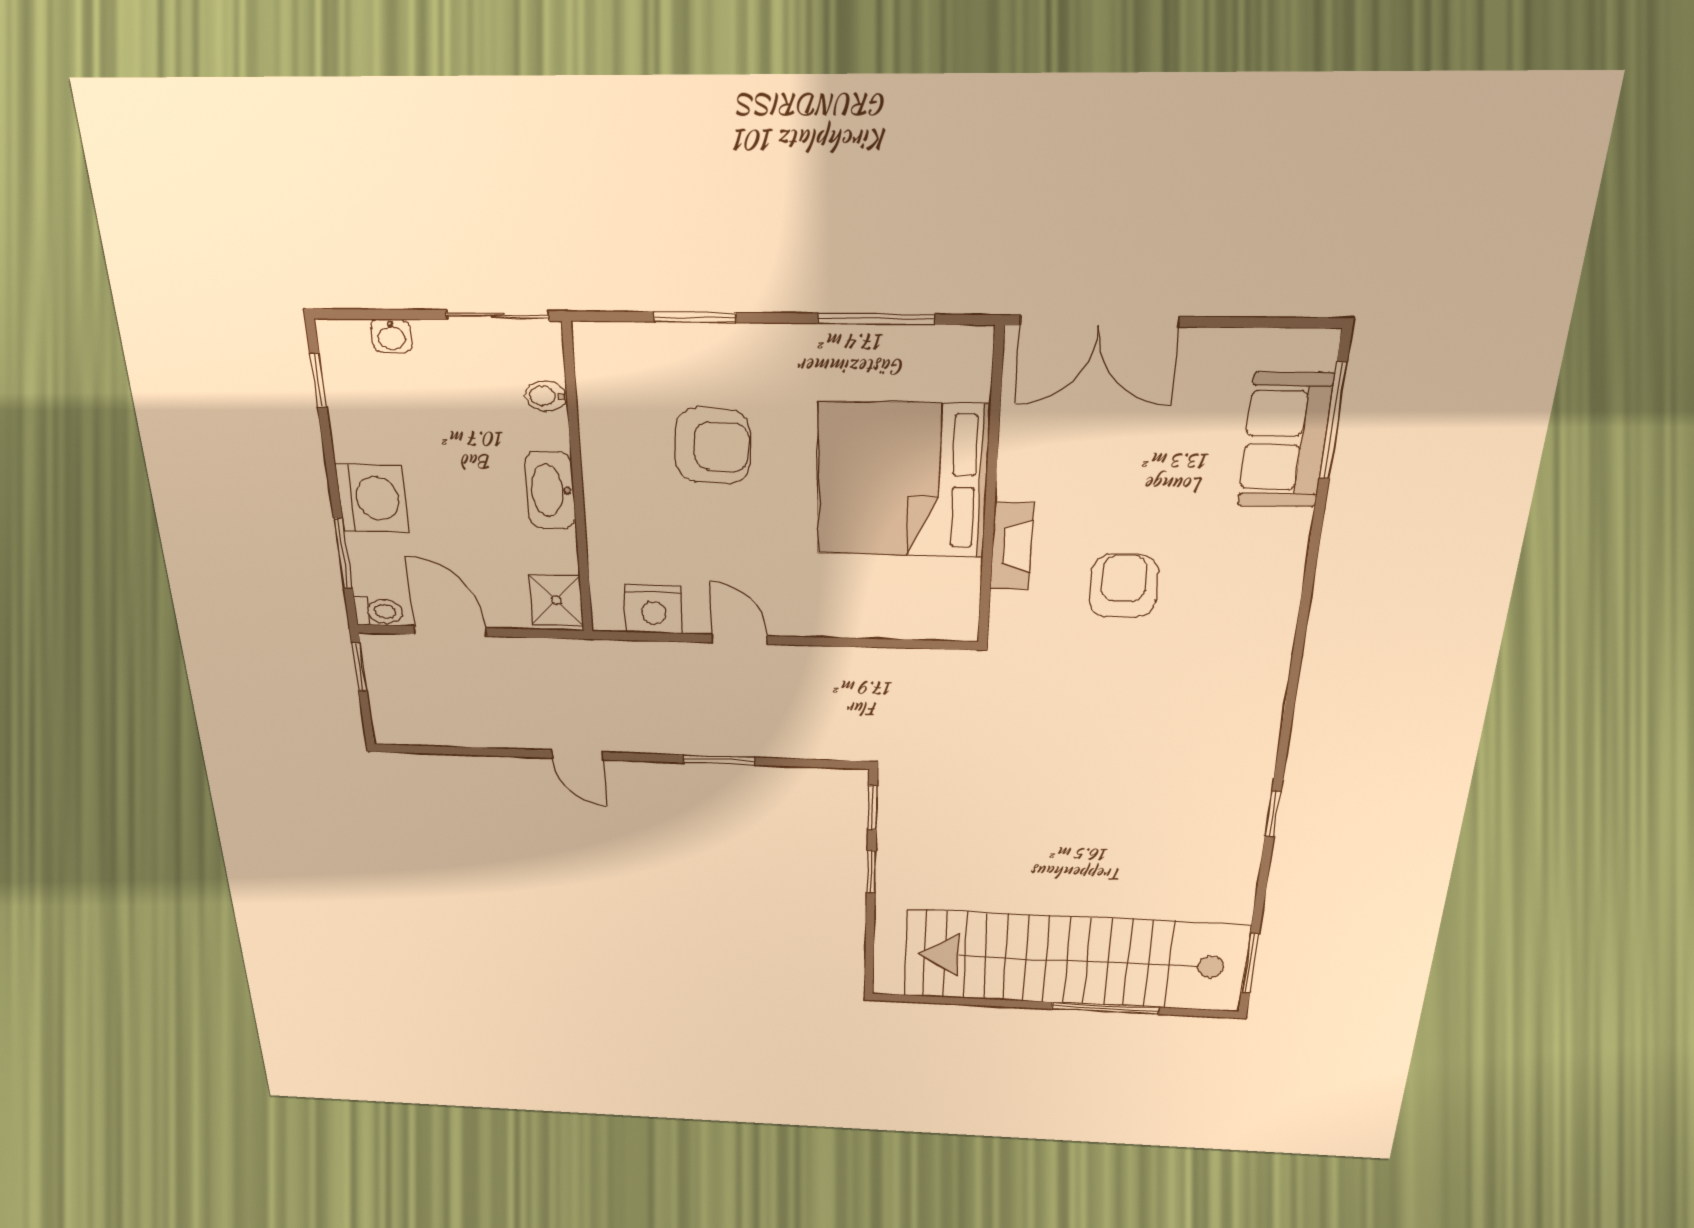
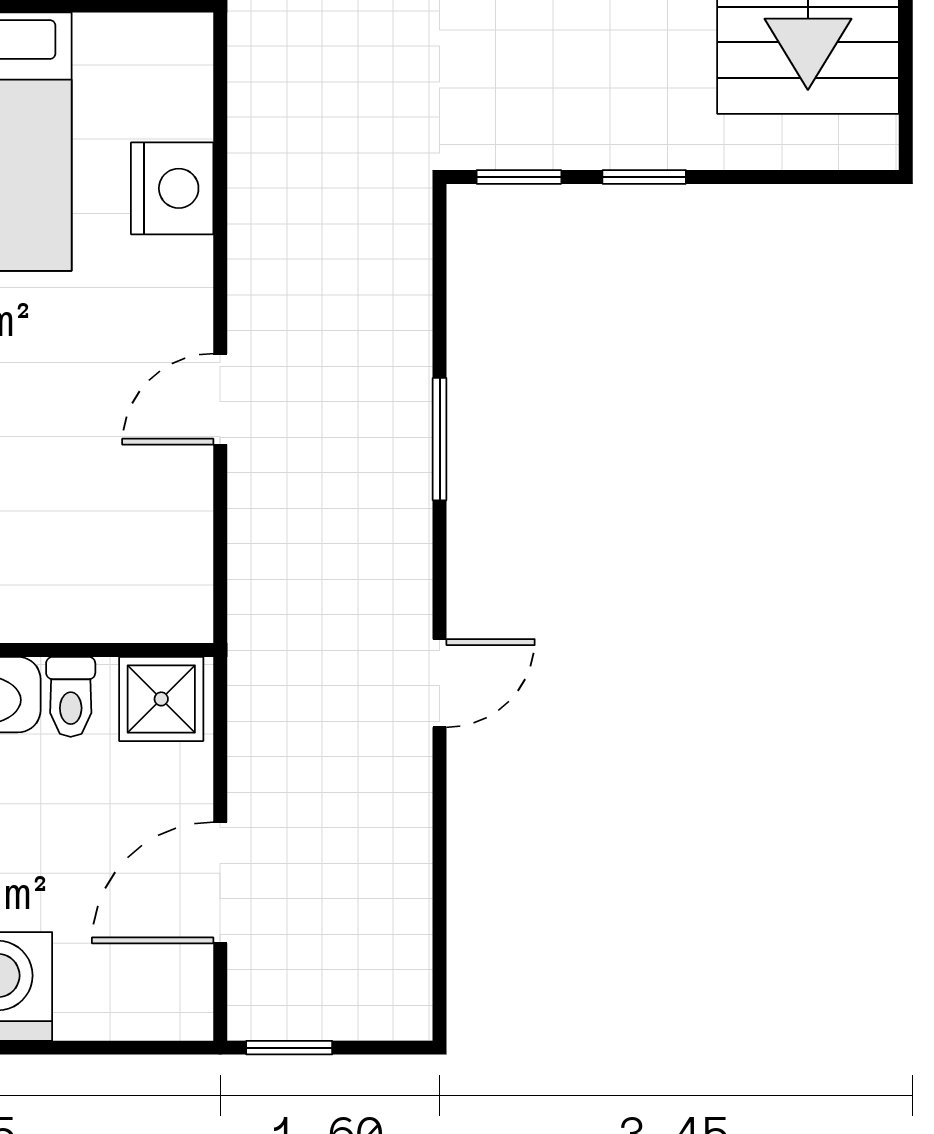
window: (343, 553) -> (91, 1048), removed
nightstand: (654, 609) -> (172, 188), moved
toilet: (379, 611) -> (71, 697), moved, turned 180

